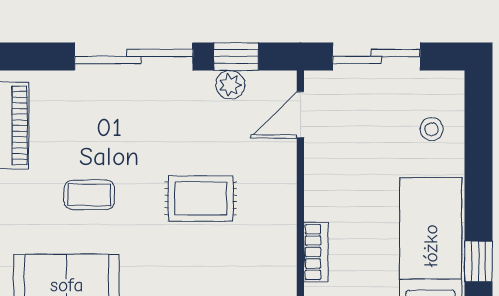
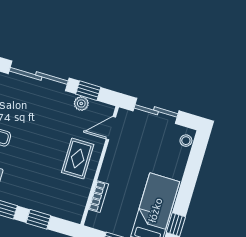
stool: (432, 129) -> (186, 141), moved
rug: (201, 199) -> (78, 158), moved, turned 90

